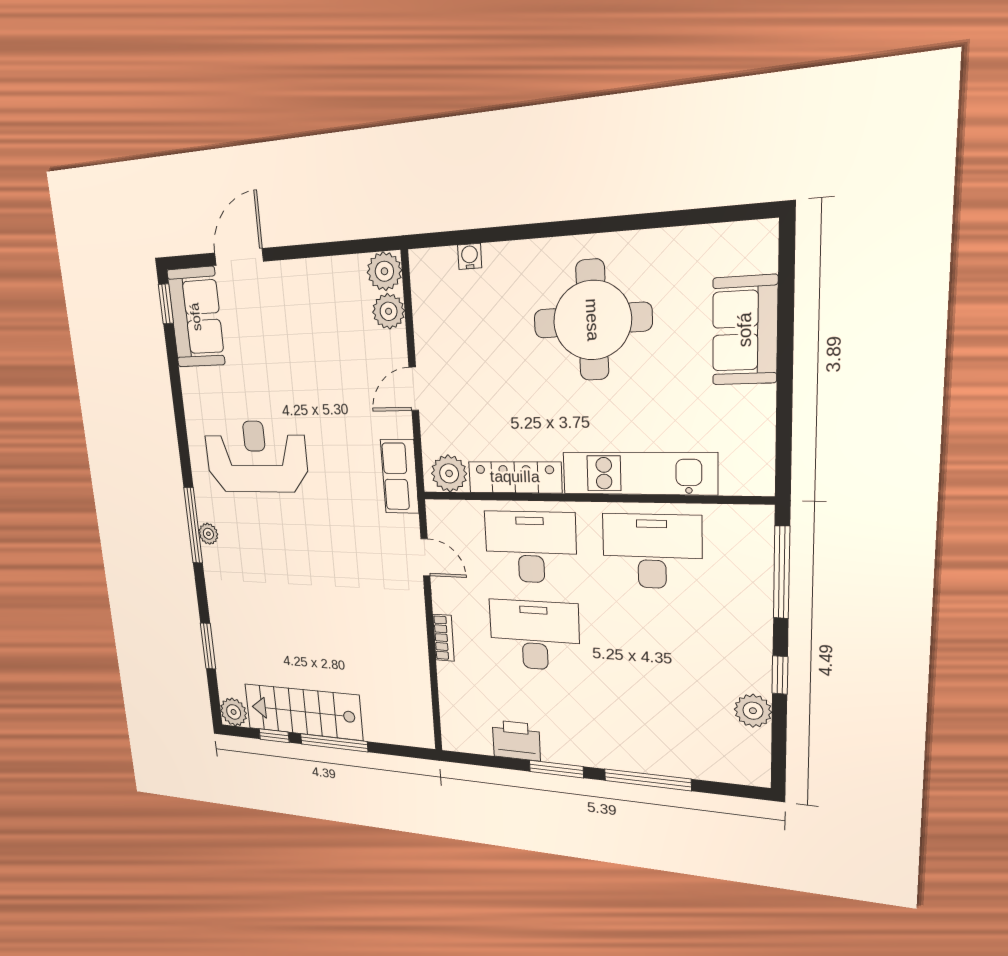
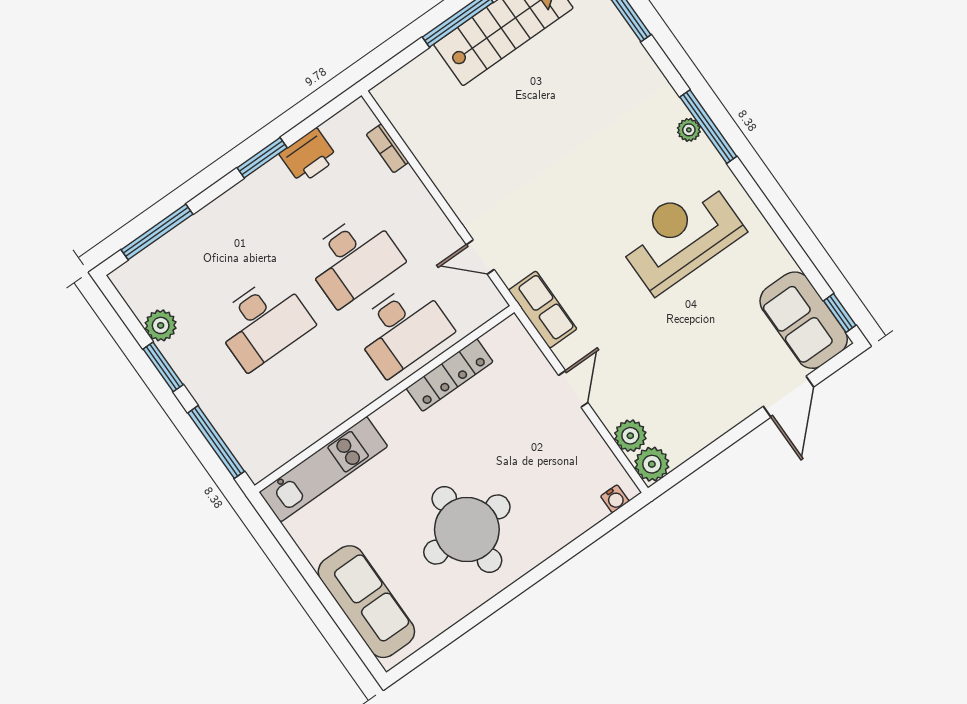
water cooler: (470, 256) -> (615, 499), moved
sofa: (745, 330) -> (366, 602), width x1.36
reception desk: (256, 457) -> (681, 236), turned 180
plant: (449, 473) -> (503, 341), removed
kitchen unit: (639, 473) -> (323, 469), moved
desk: (652, 551) -> (263, 322), moved
bookcase: (443, 638) -> (387, 148), moved
window: (780, 675) -> (163, 367), width x1.50
window: (648, 780) -> (157, 232), moved

